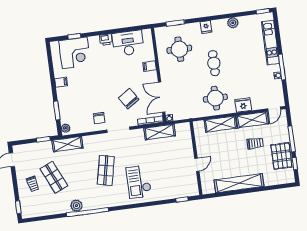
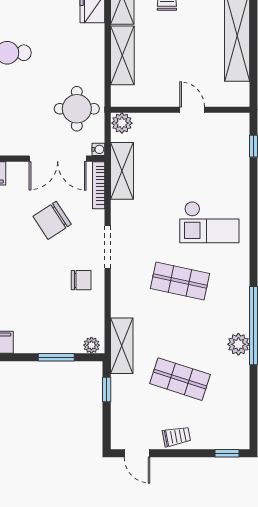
round table: (215, 98) -> (77, 109), moved
plant: (185, 129) -> (122, 123), added
shop shelf: (54, 177) -> (180, 379), turned 42
trolley: (33, 184) -> (176, 436), moved

